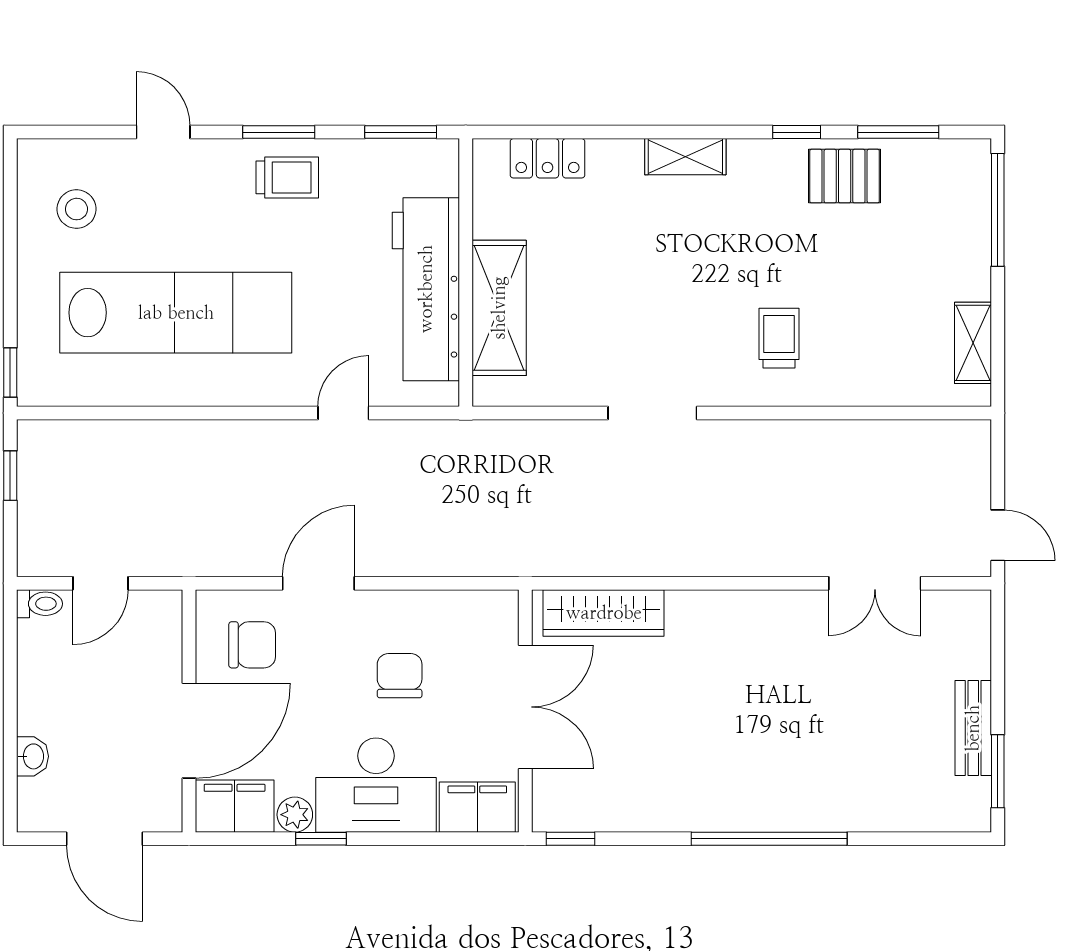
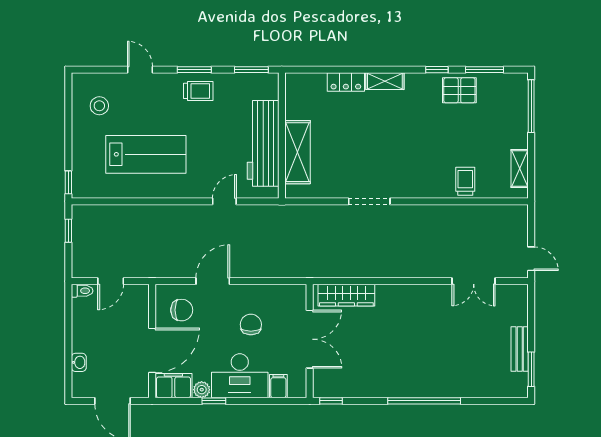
locker: (548, 158) -> (346, 82), moved
lab bench: (176, 313) -> (146, 154), width x0.73
trolley: (779, 338) -> (465, 181), moved
filing cabinet: (477, 807) -> (278, 386), width x0.50

